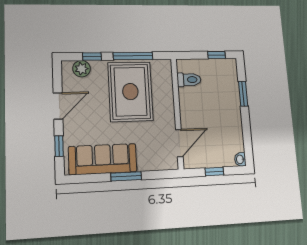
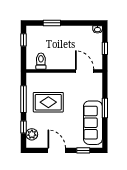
rug: (130, 92) -> (48, 102), width x0.73, depth x0.69

